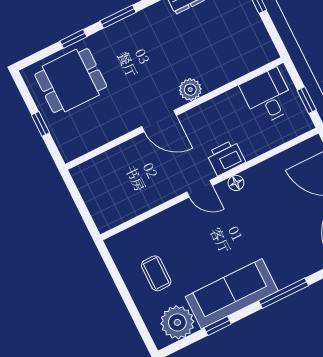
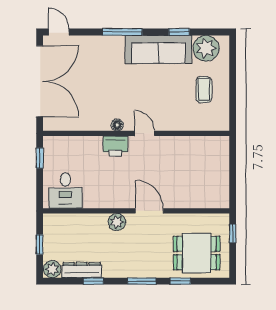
plant: (190, 90) -> (117, 222), moved
desk: (268, 96) -> (65, 191), moved
wall: (174, 113) -> (136, 211), moved
door: (159, 121) -> (149, 211), moved

